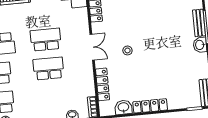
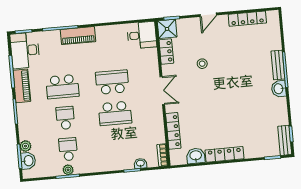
stool: (127, 50) -> (202, 64), moved
school desk: (49, 68) -> (115, 113), turned 180

